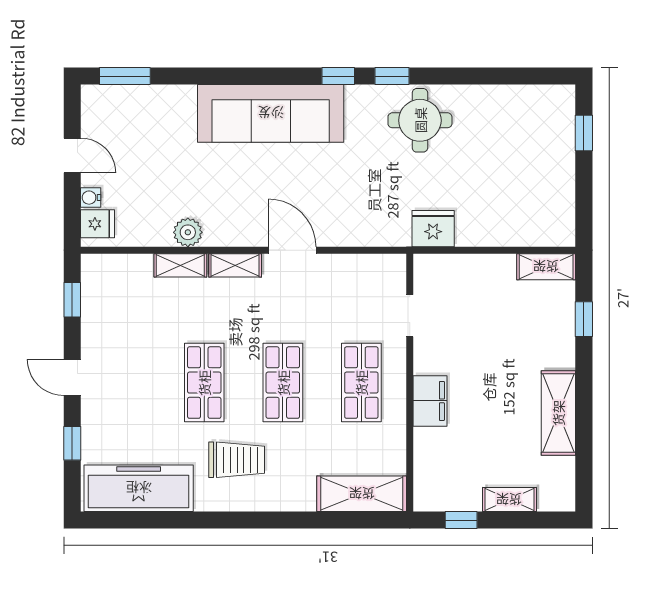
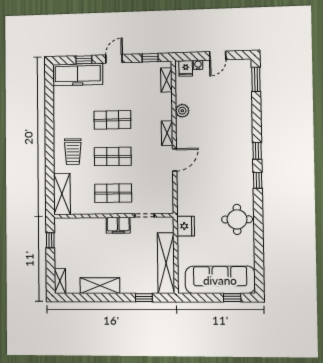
window: (392, 76) -> (257, 151), moved
sofa: (271, 113) -> (220, 280), moved, turned 90
shelving: (180, 265) -> (166, 80), moved
shelving: (546, 267) -> (166, 263), width x2.20, depth x1.33
filing cabinet: (430, 401) -> (118, 225), moved
trolley: (237, 460) -> (73, 152), moved
freezer: (139, 488) -> (78, 75), moved, turned 90
shelving: (509, 500) -> (60, 281), moved

